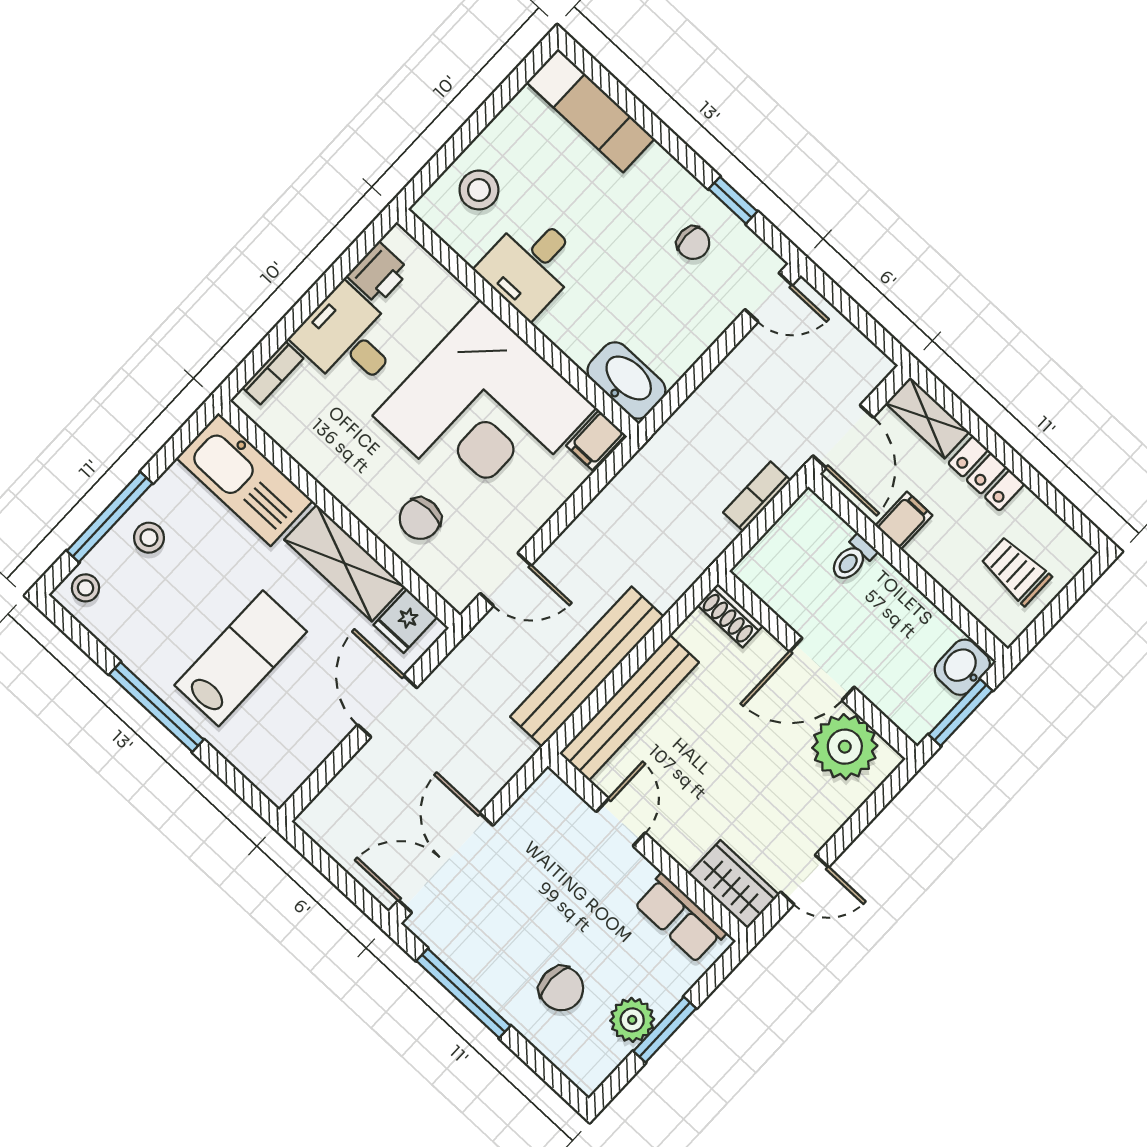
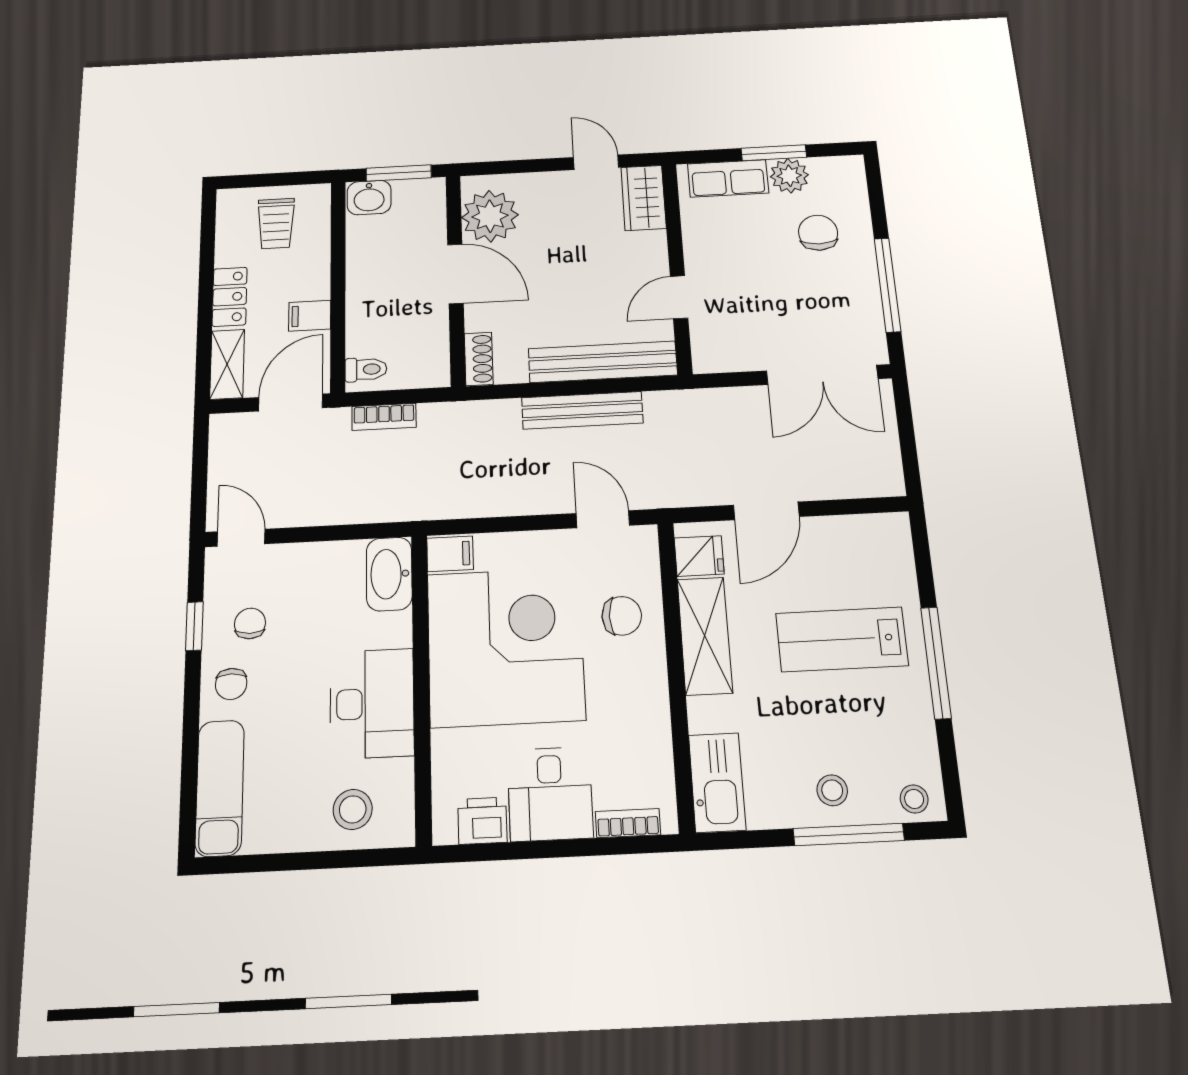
chair: (660, 187) -> (231, 684), added
desk: (531, 265) -> (372, 704), width x1.37
kitchen sink: (245, 480) -> (717, 782), width x0.73, depth x0.81
toilet: (853, 559) -> (366, 369), moved
bench: (587, 667) -> (582, 410), width x0.73, depth x0.82
row of seats: (680, 918) -> (728, 178), moved, turned 90

